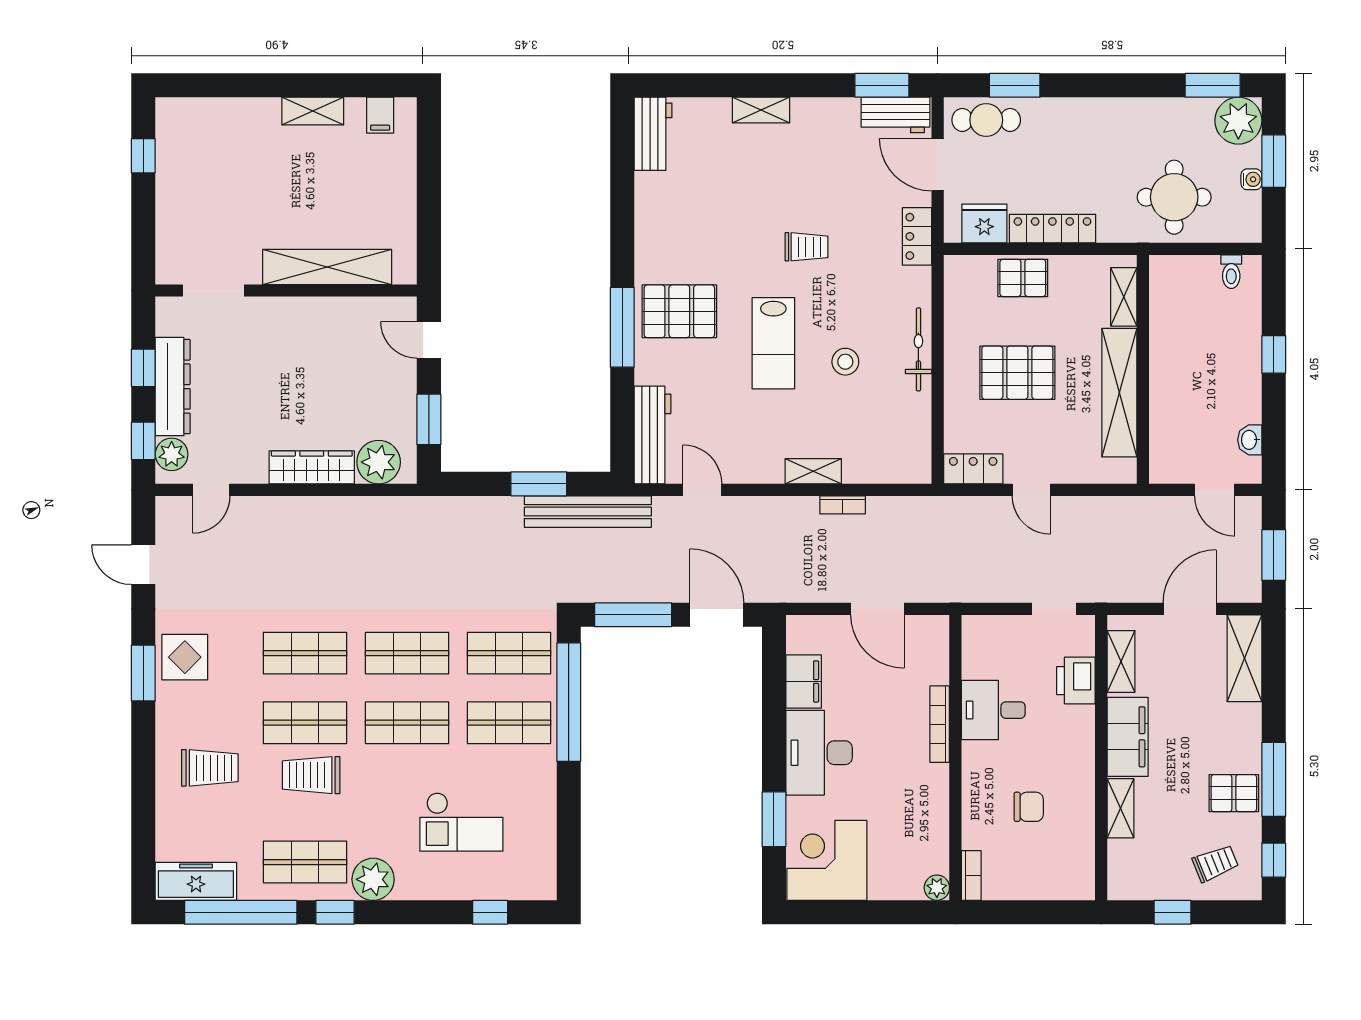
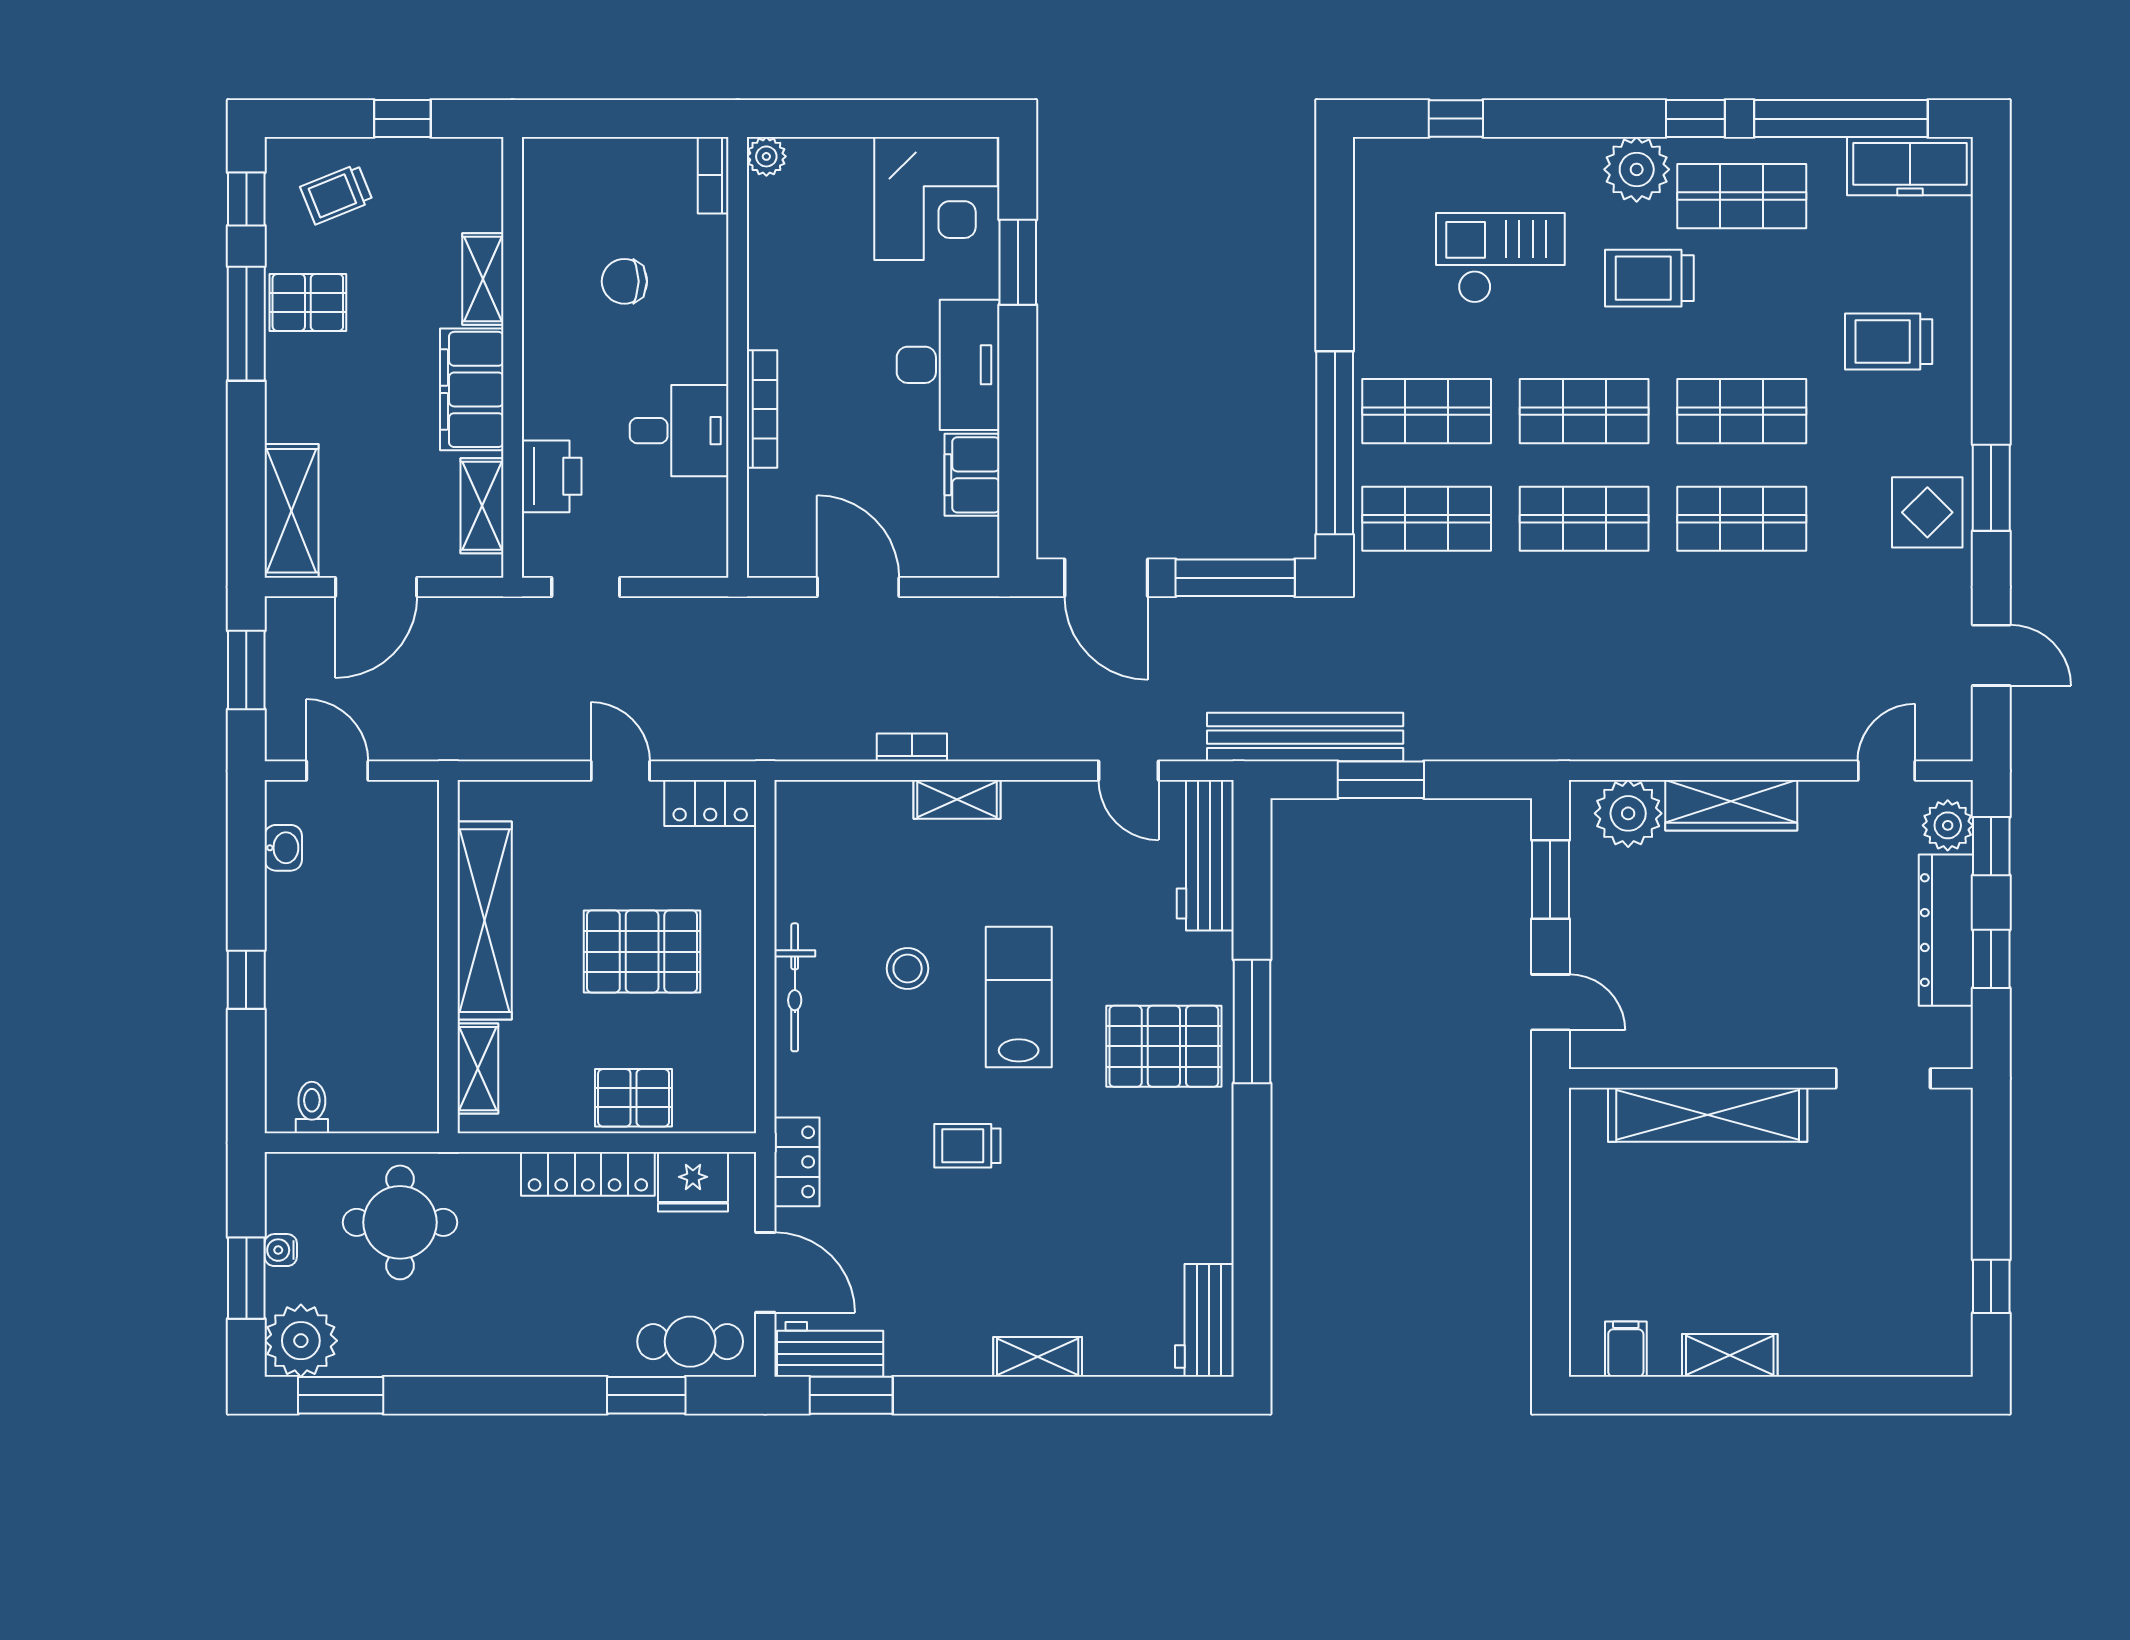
trolley: (311, 775) -> (1649, 278), moved, turned 180

